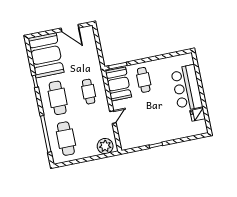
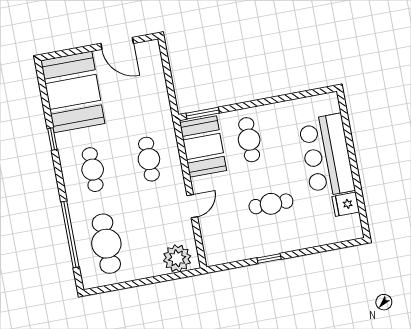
cafe table: (58, 98) -> (93, 170), width x0.73, depth x0.74
cafe table: (156, 115) -> (271, 204), added

